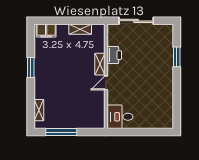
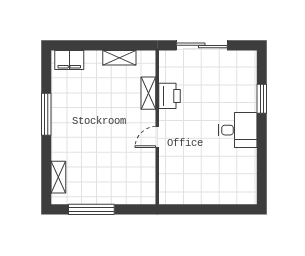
shelving: (100, 64) -> (148, 93), moved
window: (31, 68) -> (46, 114), width x1.44
desk: (120, 117) -> (238, 130), moved, turned 180

